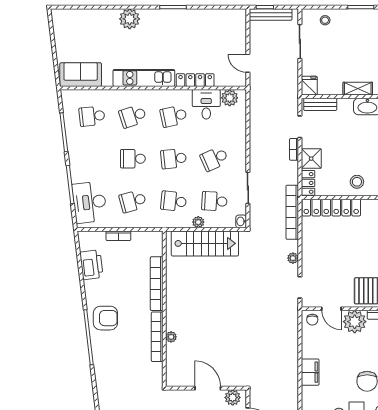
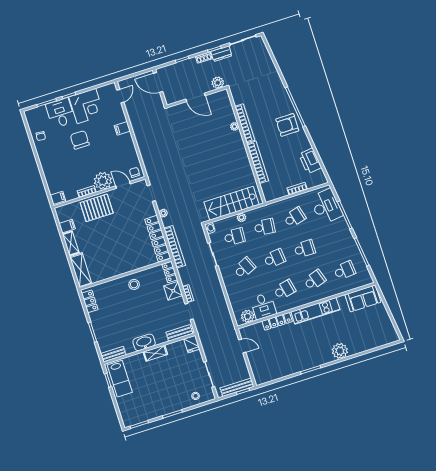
locker: (331, 208) -> (158, 239), moved, turned -90
filing cabinet: (310, 372) -> (122, 128), width x0.50
plant: (233, 397) -> (218, 83), moved

